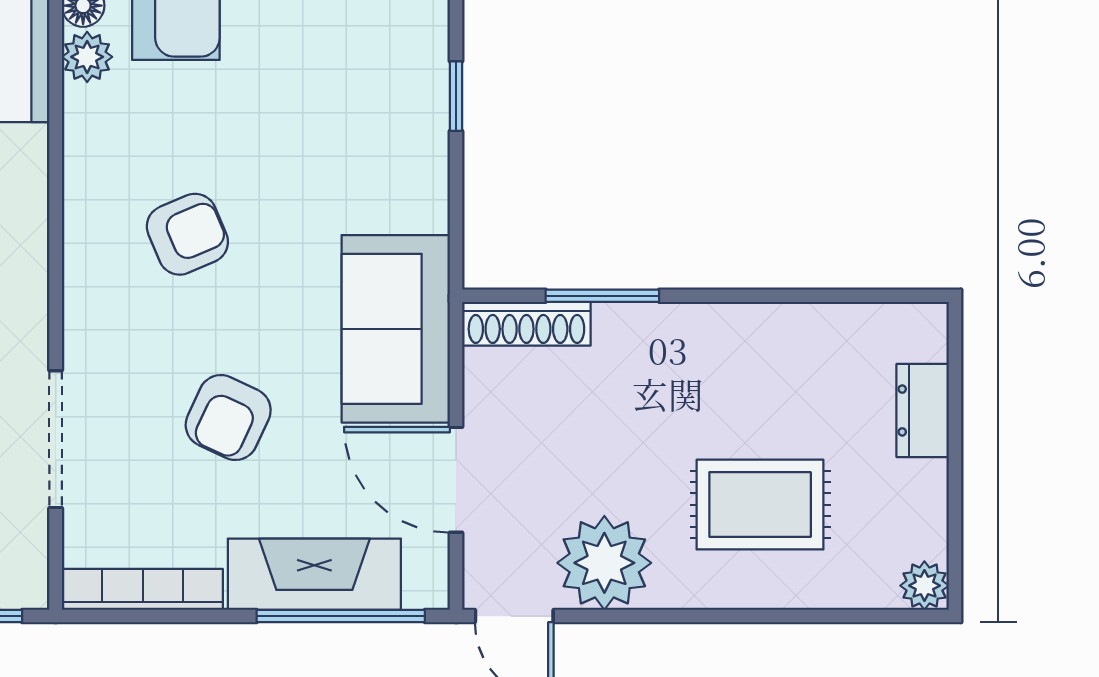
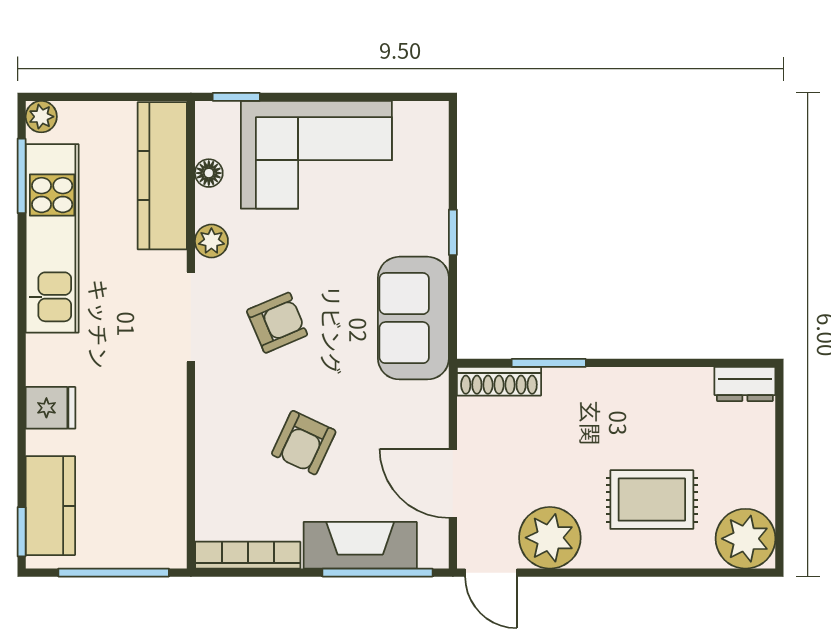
plant: (87, 57) -> (211, 241), moved
sofa: (396, 329) -> (413, 318), moved
dresser: (923, 410) -> (745, 384), moved, turned -90
doorway: (56, 439) -> (191, 317), moved
plant: (924, 586) -> (746, 539), width x1.88, depth x1.88

